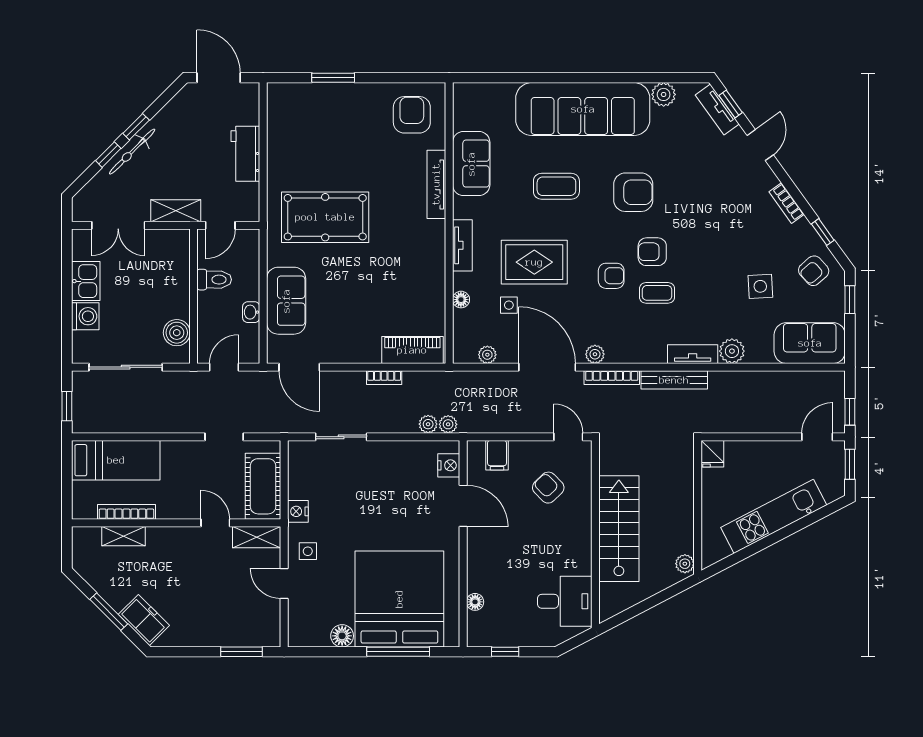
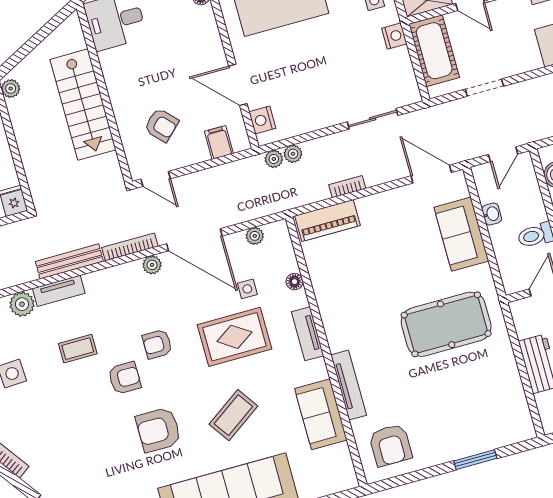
coffee table: (556, 186) -> (233, 415), turned -35
coffee table: (657, 293) -> (78, 349), moved

